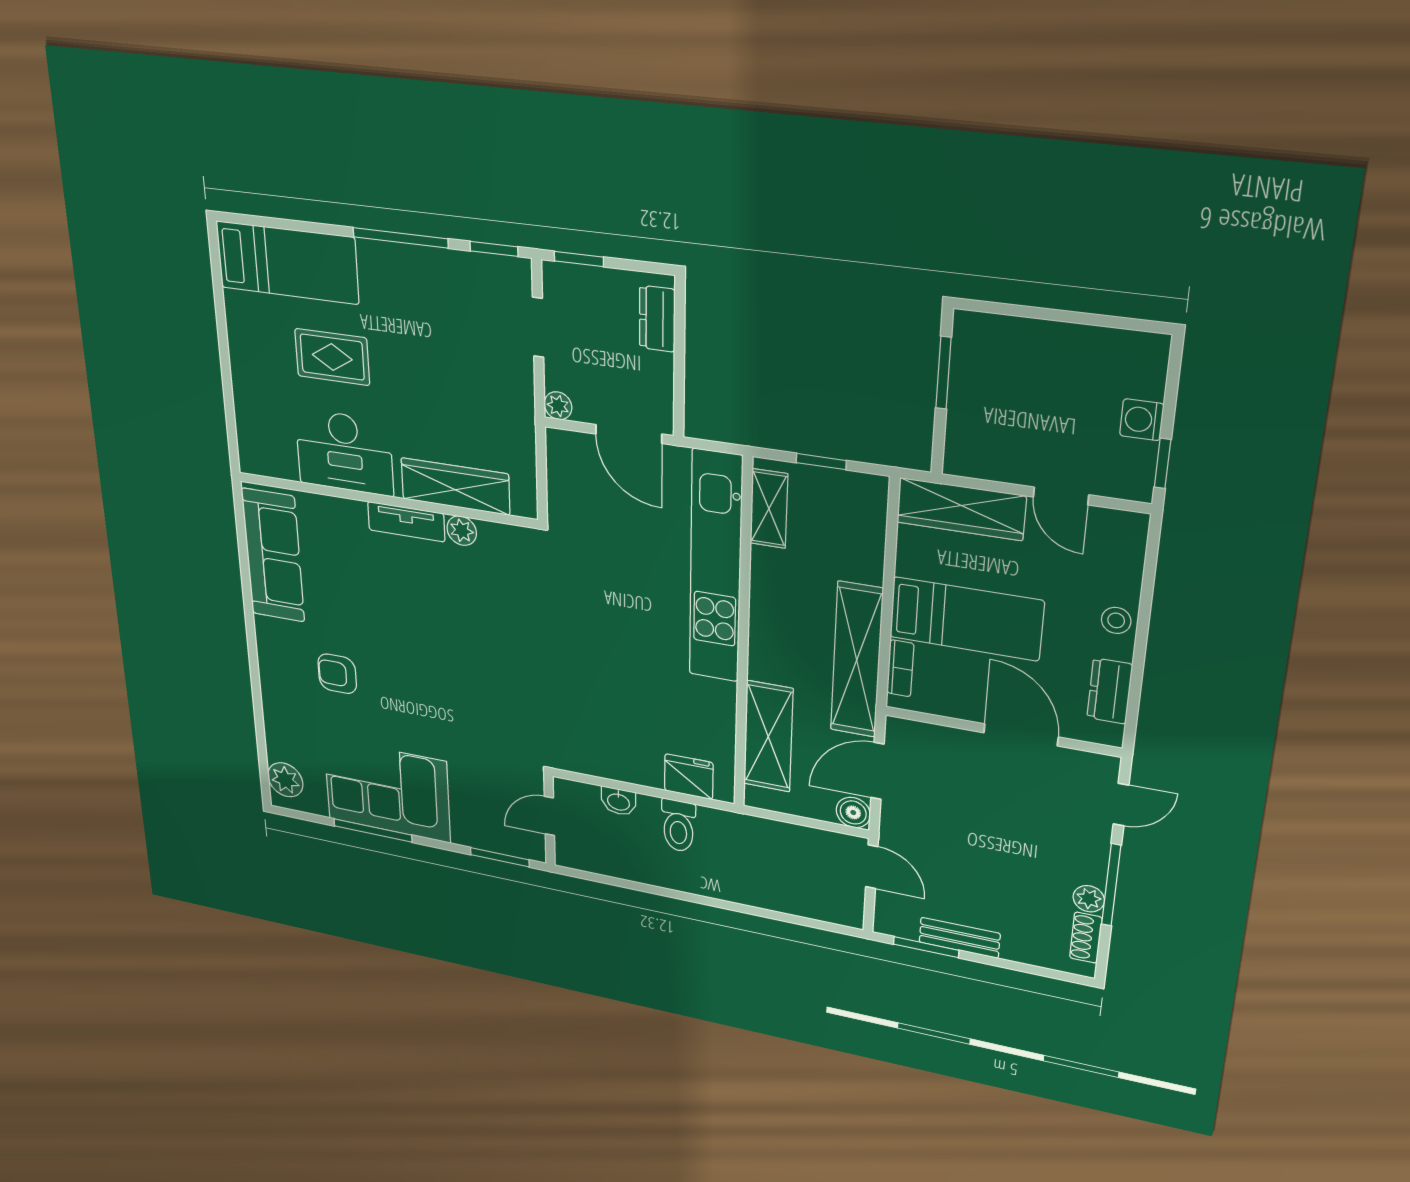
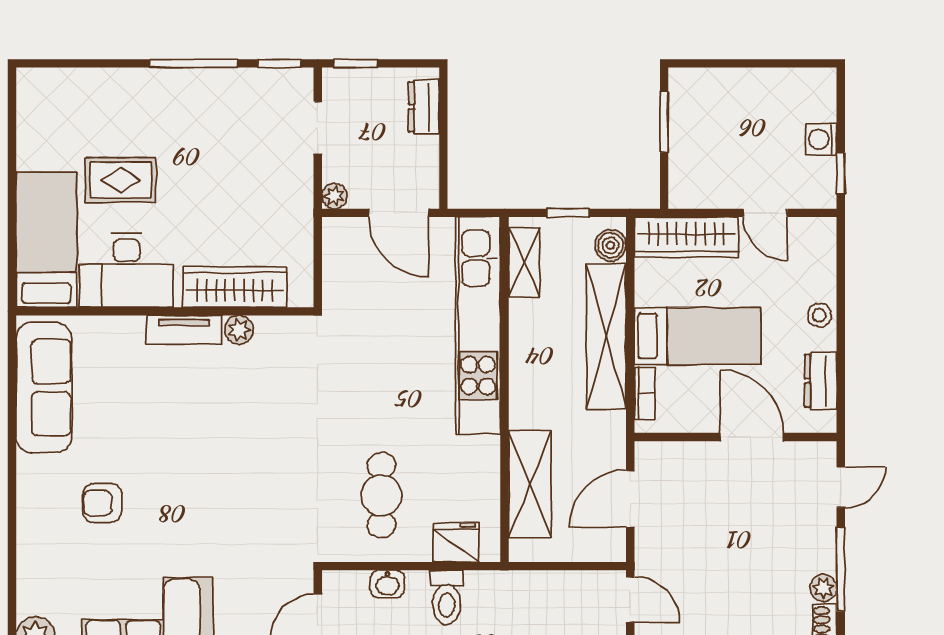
bed: (287, 263) -> (46, 240), moved, turned -90
shelving: (857, 660) -> (606, 336), moved
cafe table: (612, 718) -> (381, 495), added
boiler: (853, 812) -> (611, 245), moved

